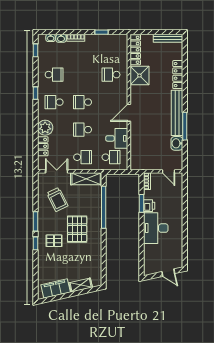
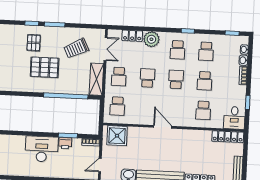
school desk: (83, 75) -> (205, 81), added
school desk: (111, 75) -> (203, 110), turned 180
shower: (139, 76) -> (117, 136), moved
school desk: (54, 102) -> (177, 50), turned 180
desk: (117, 138) -> (234, 118), moved

